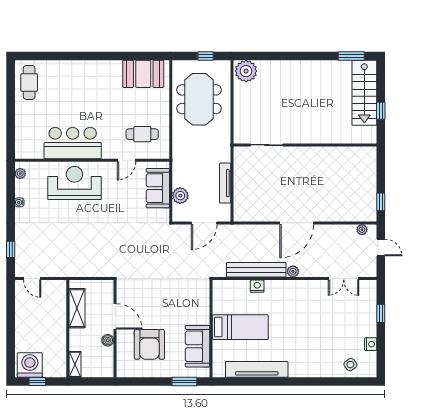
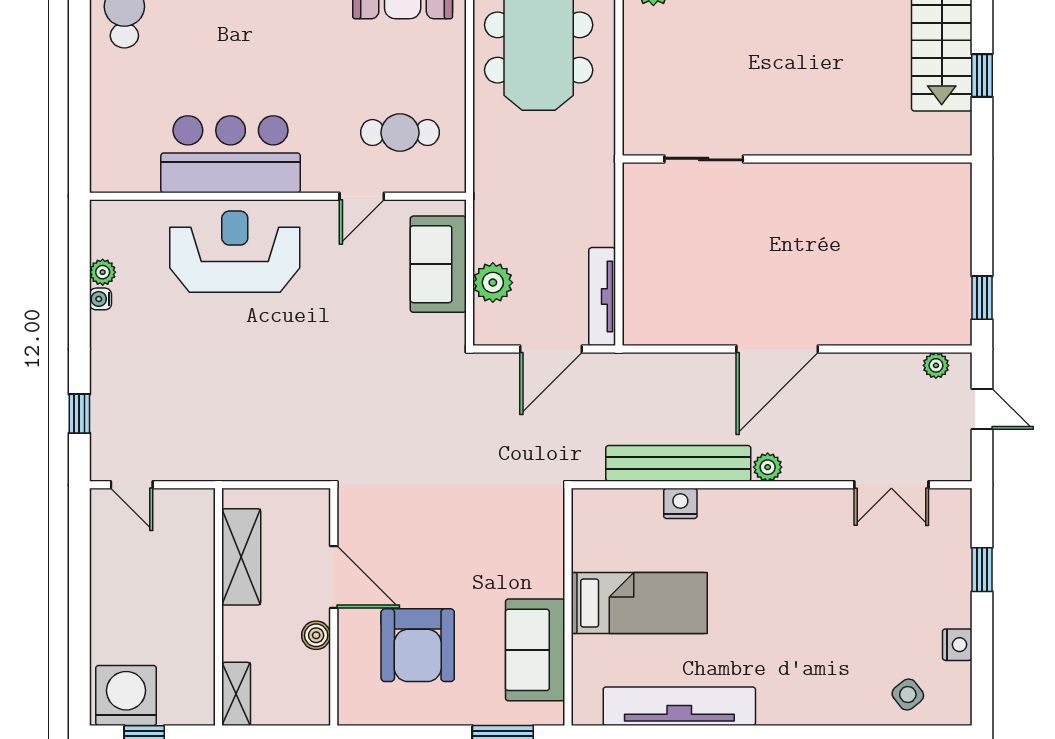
plant: (20, 174) -> (103, 272), moved
tv unit: (225, 183) -> (602, 297), moved

